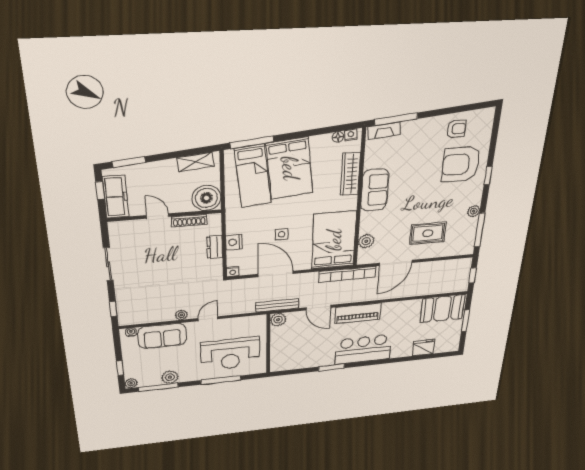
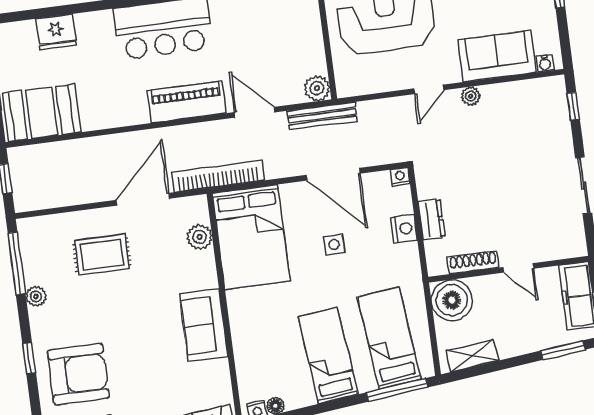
bed: (290, 168) -> (328, 356), width x0.67
wardrobe: (350, 174) -> (246, 349), removed

